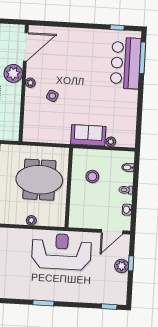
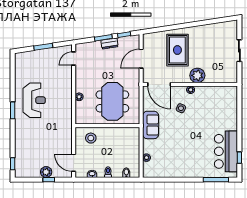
door: (26, 47) -> (159, 84), moved
bar counter: (126, 63) -> (226, 151), moved, turned -90
sofa: (88, 135) -> (151, 125), moved
stool: (92, 177) -> (91, 138), moved
reception desk: (61, 252) -> (34, 100), moved, width x0.74, depth x0.77

